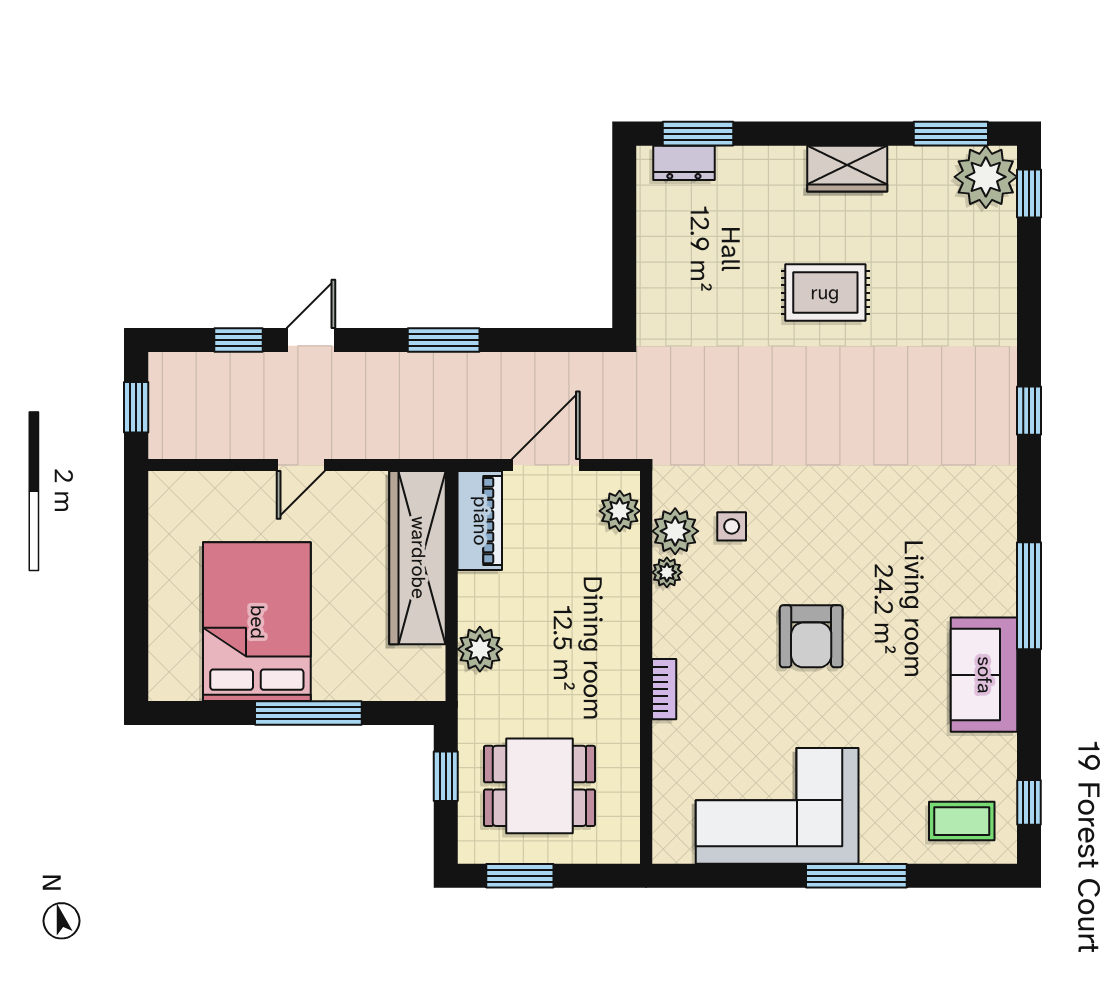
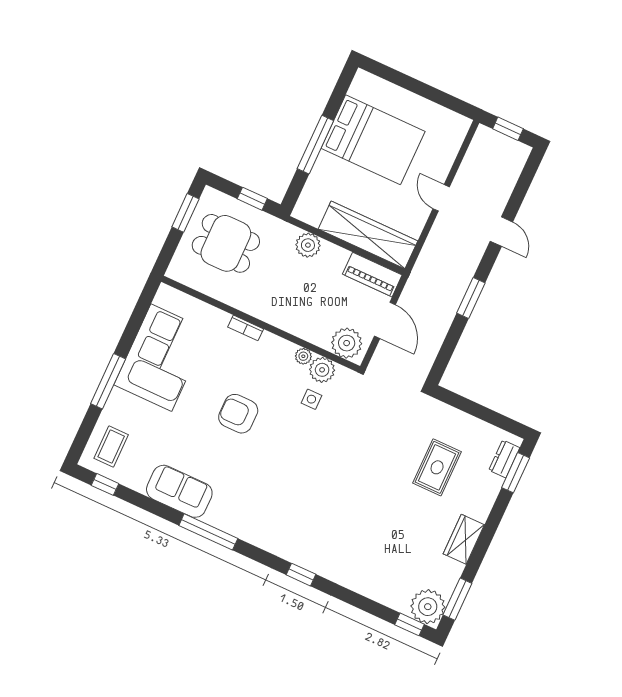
rug: (825, 293) -> (437, 467), moved
window: (239, 340) -> (518, 195), removed
plant: (620, 511) -> (347, 343), width x1.36, depth x1.36
dining table: (539, 786) -> (226, 243), turned 90

